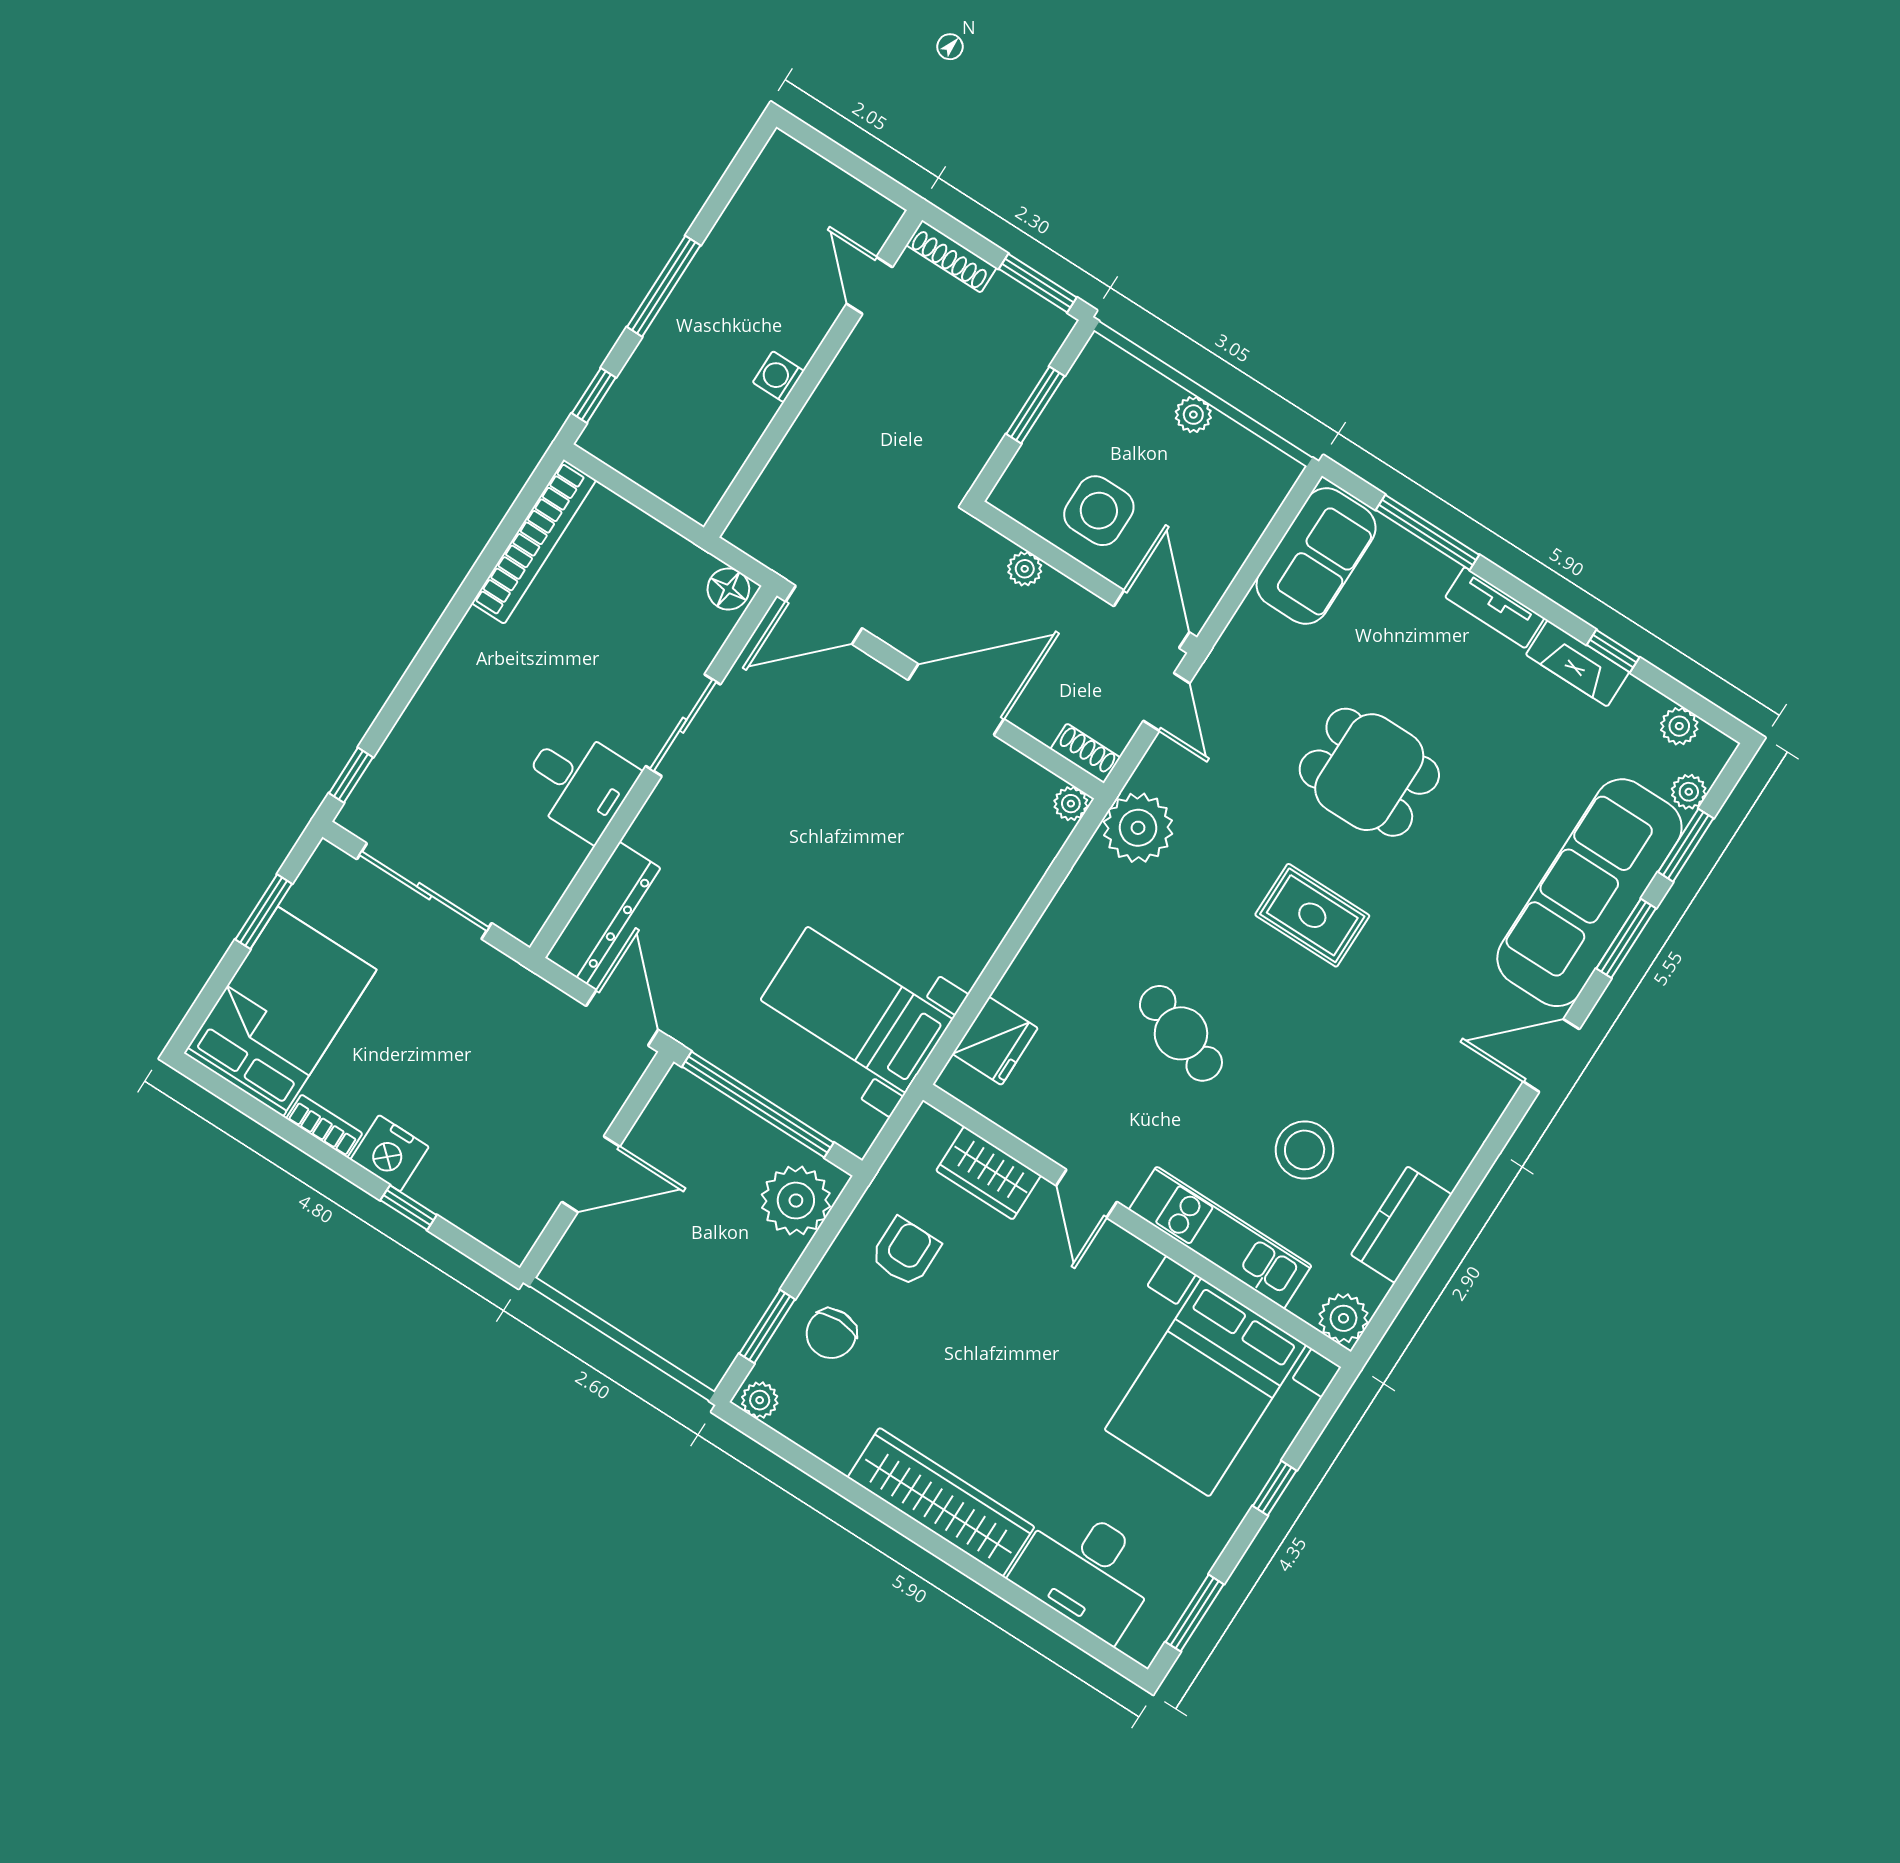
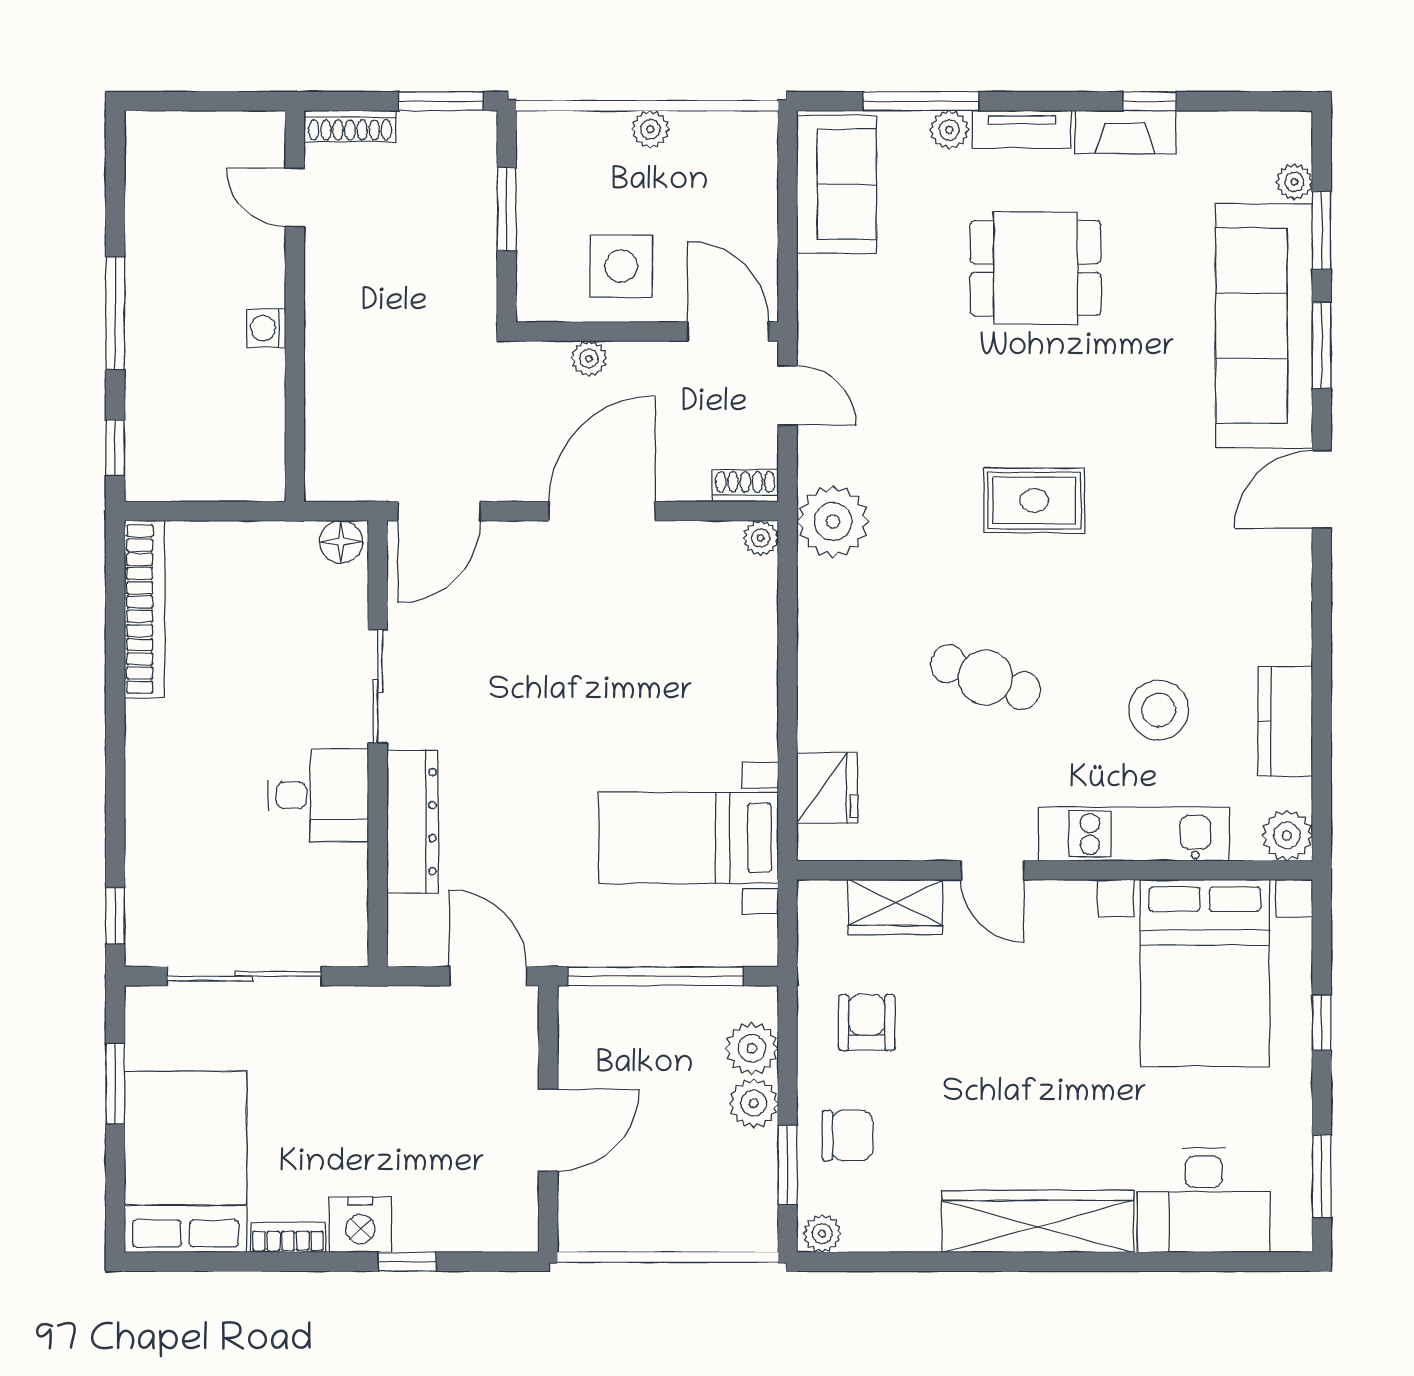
plant: (1679, 726) -> (949, 130), moved
dining table: (1369, 772) -> (1035, 268), moved
dresser: (603, 913) -> (412, 822), moved
plant: (796, 1201) -> (752, 1048), width x0.73, depth x0.73
plant: (772, 1259) -> (754, 1103), added
chair: (831, 1334) -> (848, 1136), turned -90

